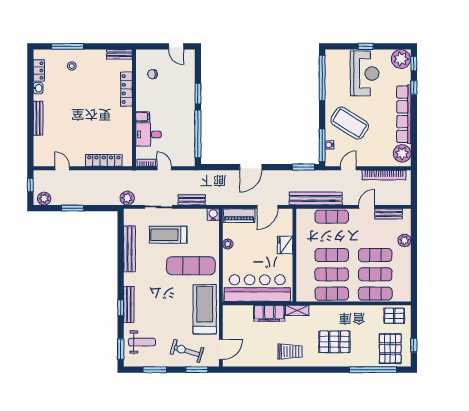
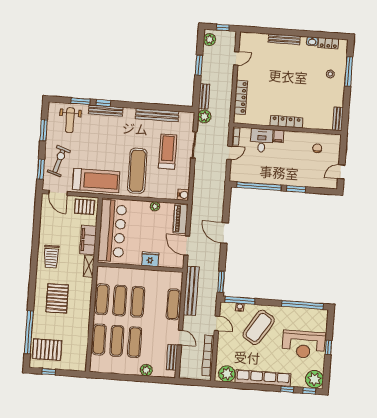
locker: (126, 89) -> (286, 122), moved
bench: (192, 200) -> (204, 96), moved
pallet: (394, 316) -> (84, 207), moved, turned 90
window: (121, 349) -> (81, 101), moved

